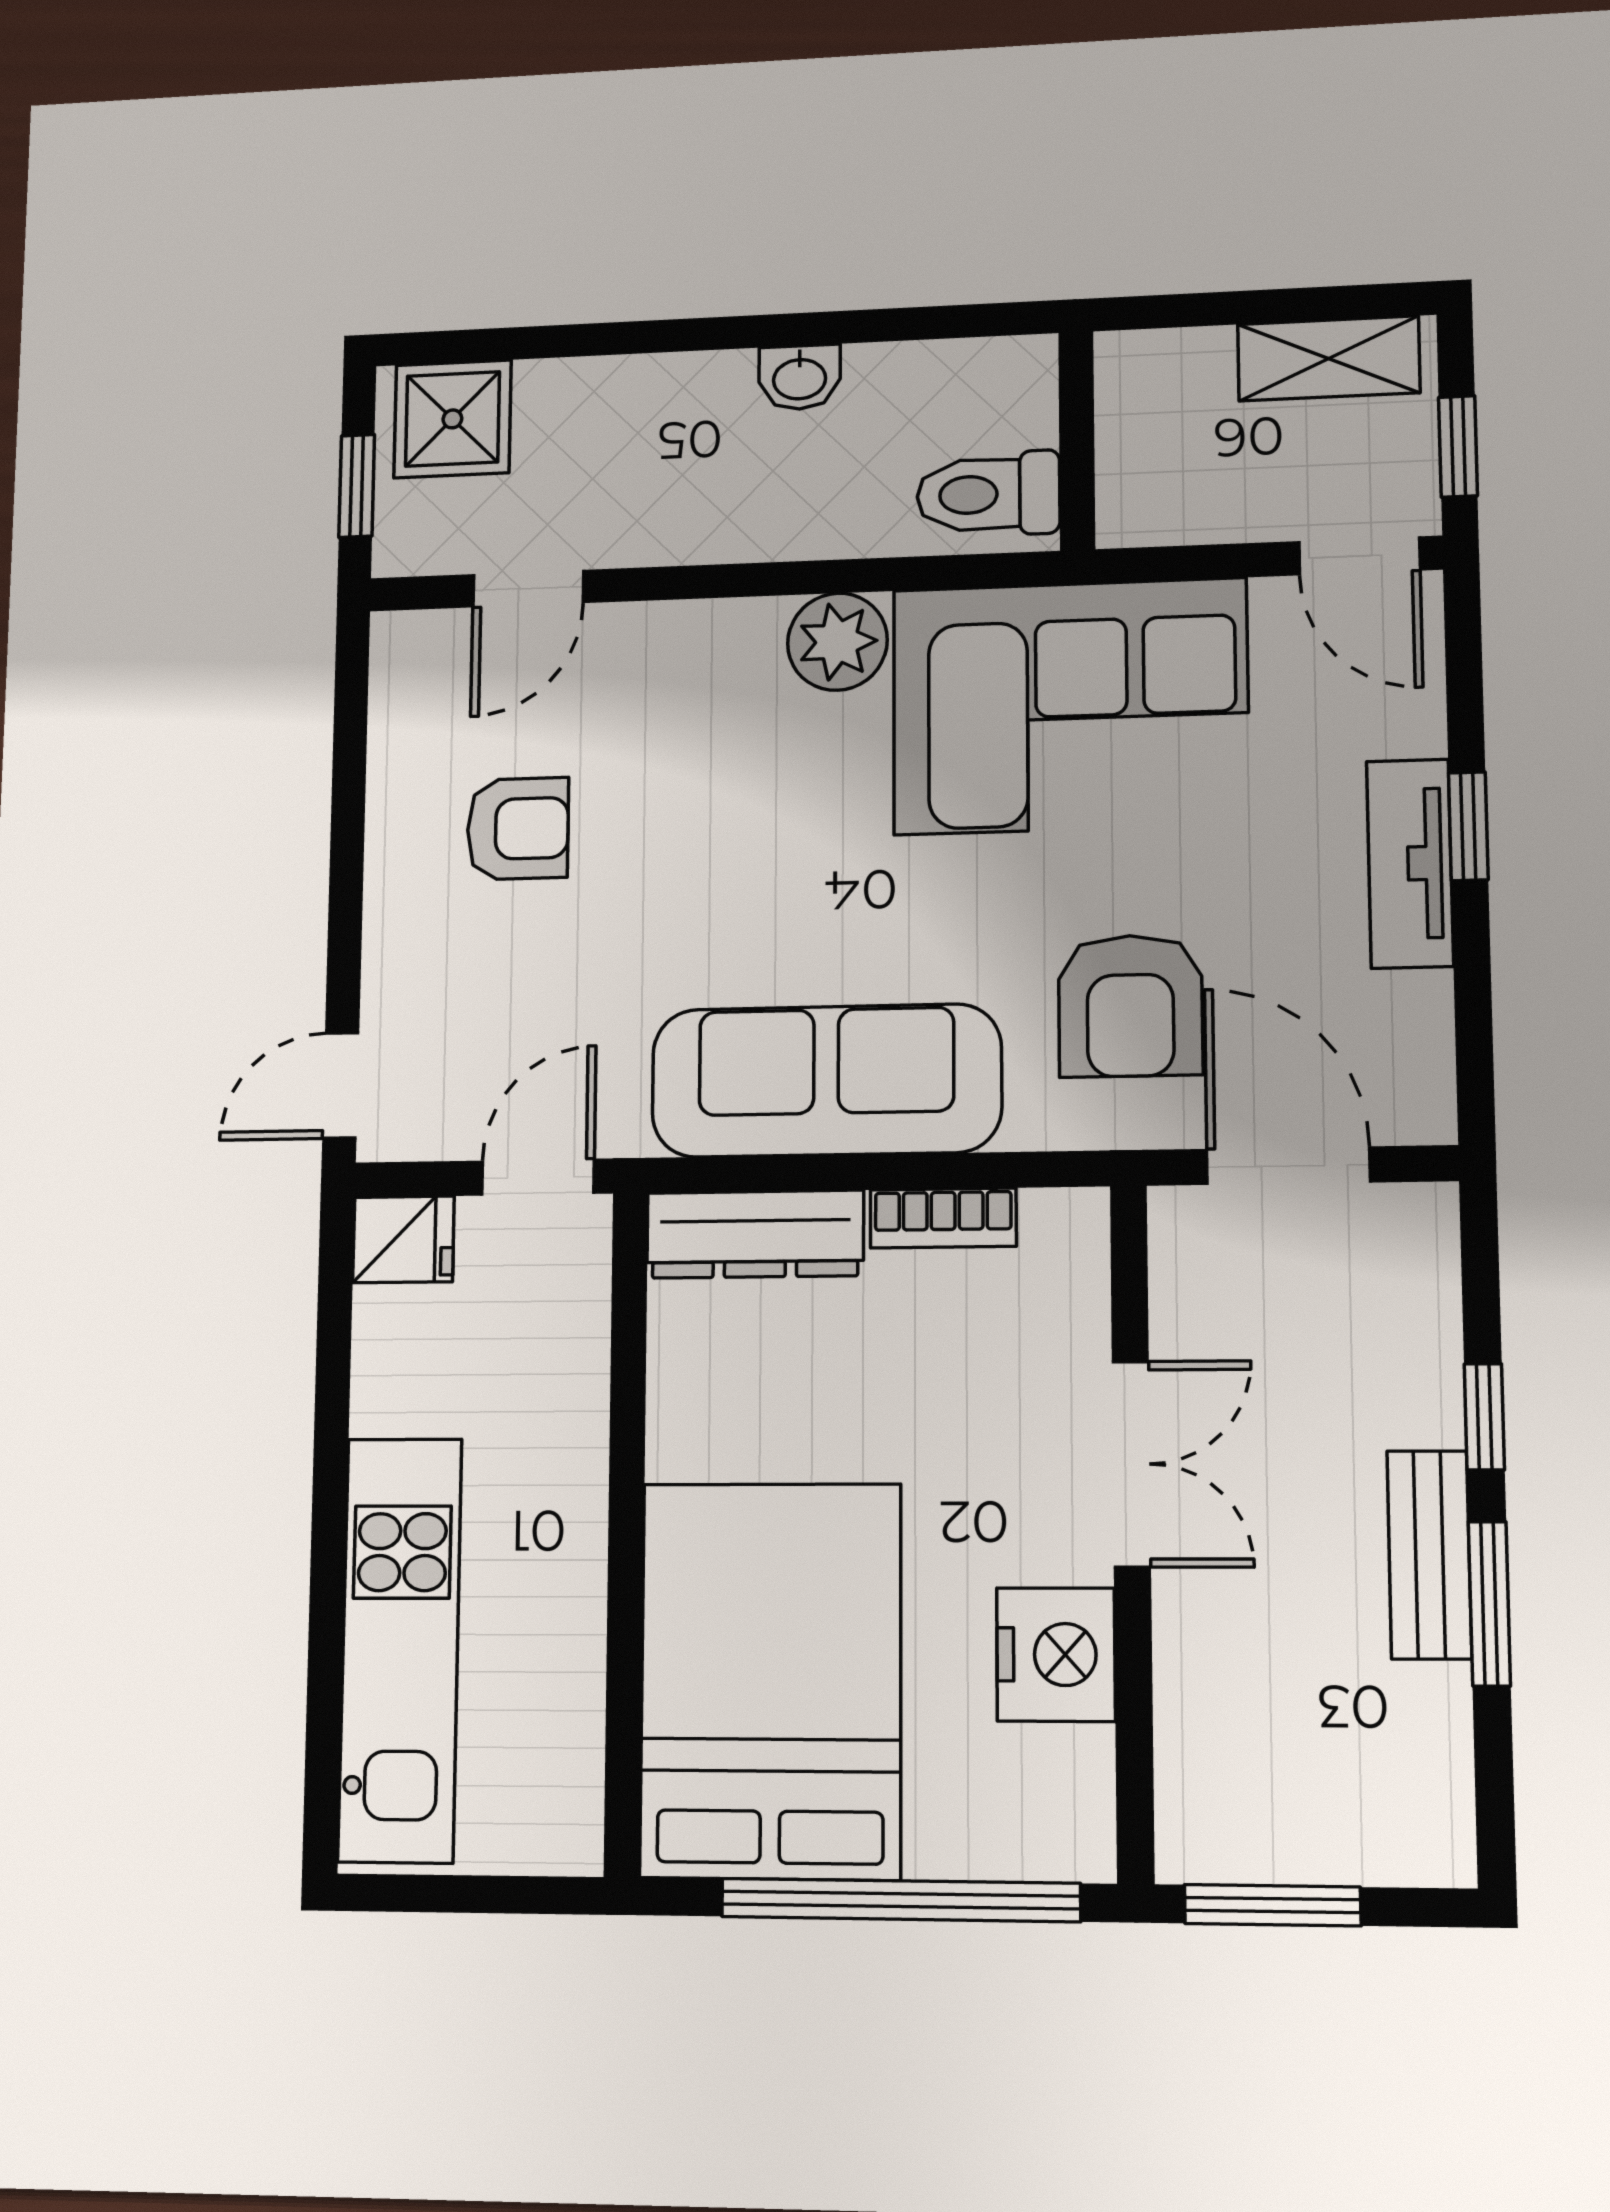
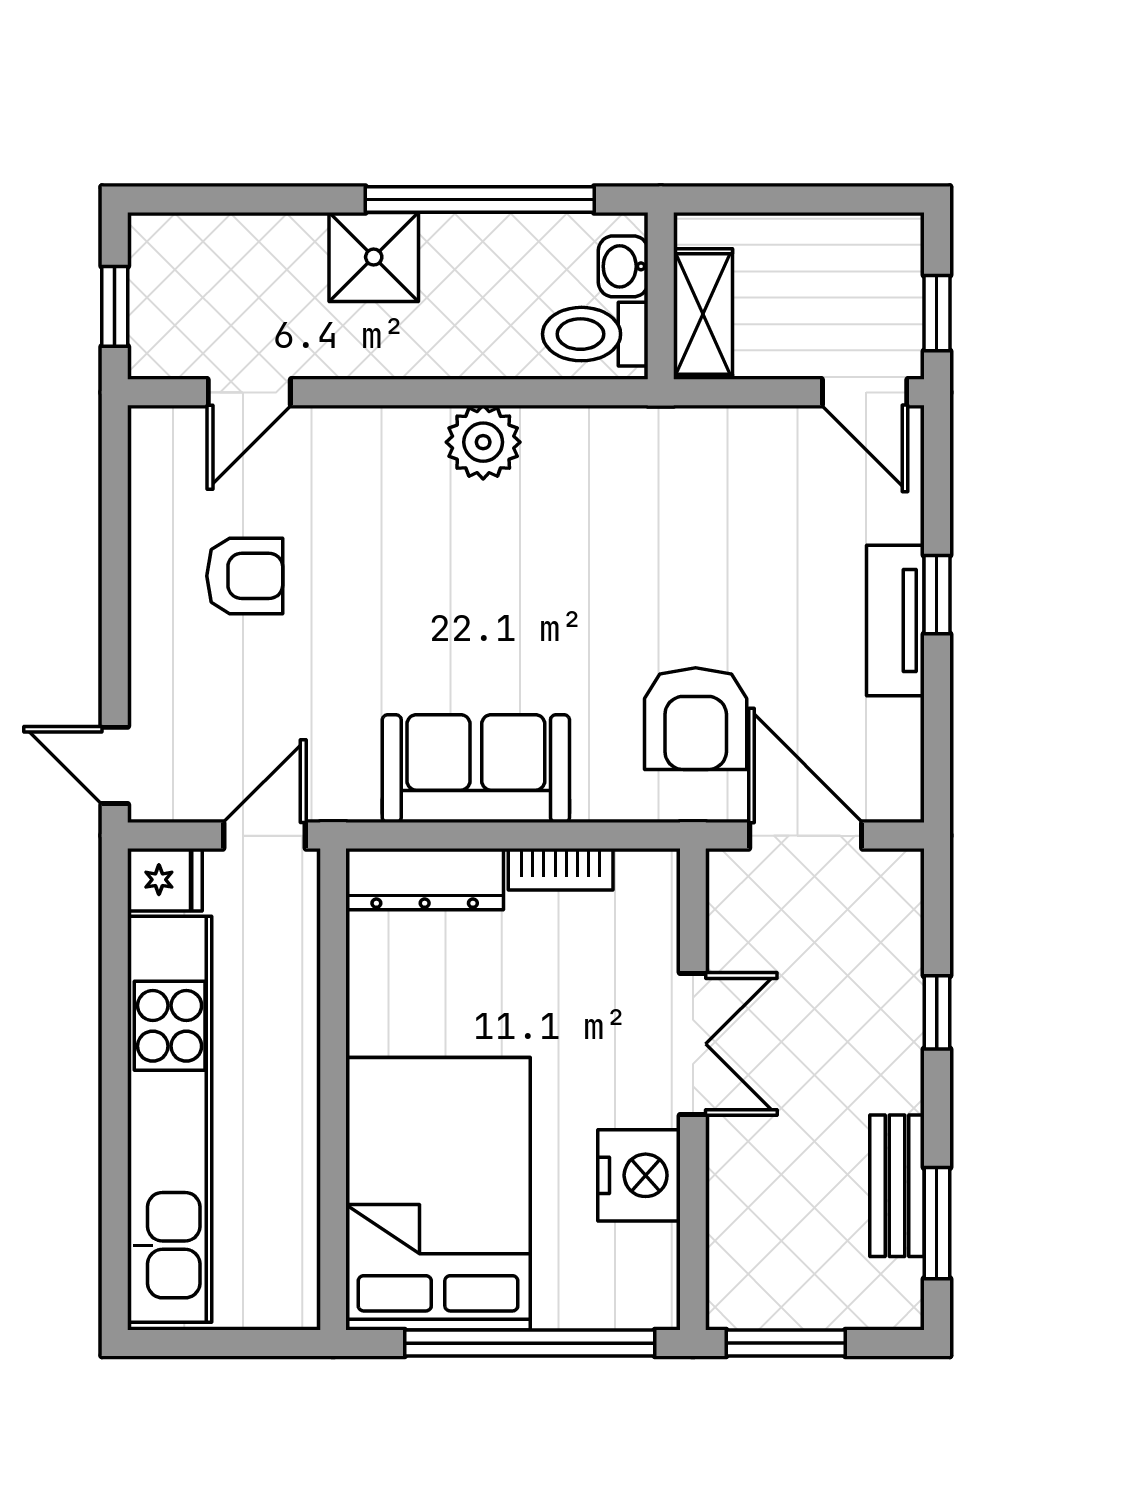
window: (834, 328) -> (480, 200), added
shelving: (1329, 358) -> (703, 314), moved, turned 90
washbasin: (800, 377) -> (623, 266), moved, turned 90
shower: (452, 419) -> (374, 257), moved
corner sofa: (1070, 706) -> (654, 497), removed
sofa: (826, 1081) -> (476, 769), width x0.73
door: (341, 1086) -> (115, 765), hinge flipped
bench: (1429, 1555) -> (897, 1186), moved
window: (1489, 1604) -> (937, 1223), moved
kitchen unit: (400, 1649) -> (170, 1119), width x1.36

